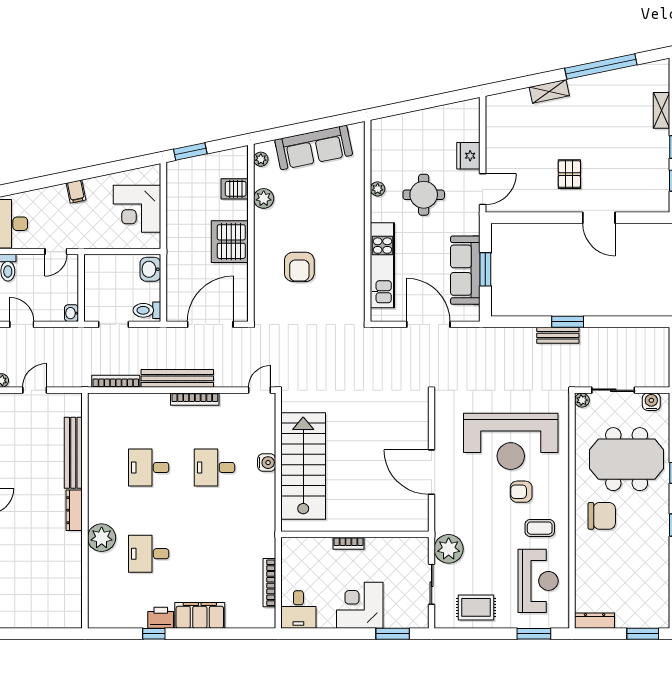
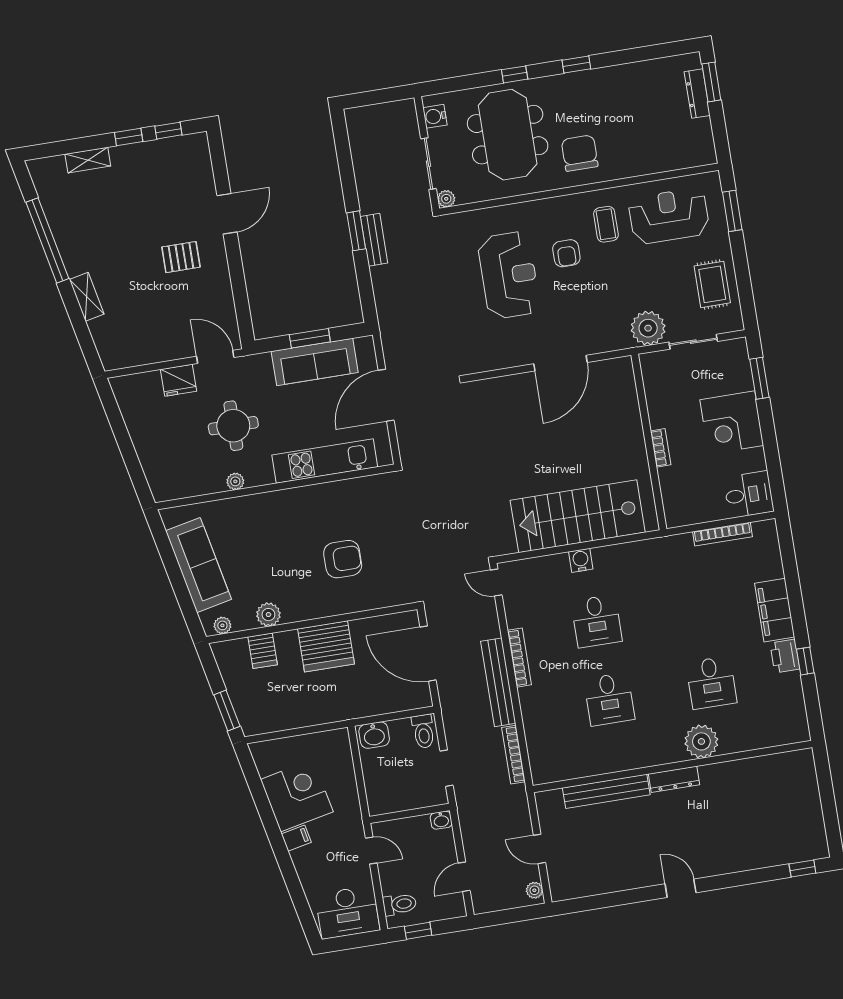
corner desk: (137, 209) -> (297, 796), moved, turned -102
reception desk: (511, 441) -> (509, 275), width x0.74, depth x0.77
dresser: (595, 621) -> (697, 94), moved

